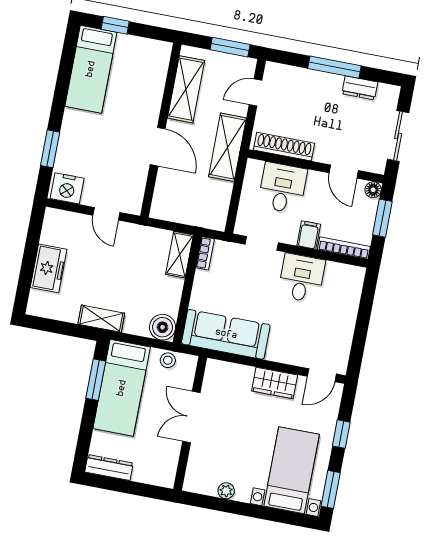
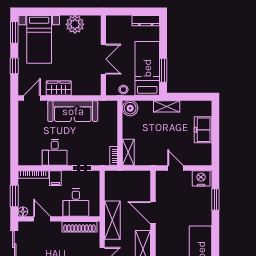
sofa: (226, 334) -> (73, 111), moved
plant: (226, 491) -> (75, 24), width x1.88, depth x1.88

